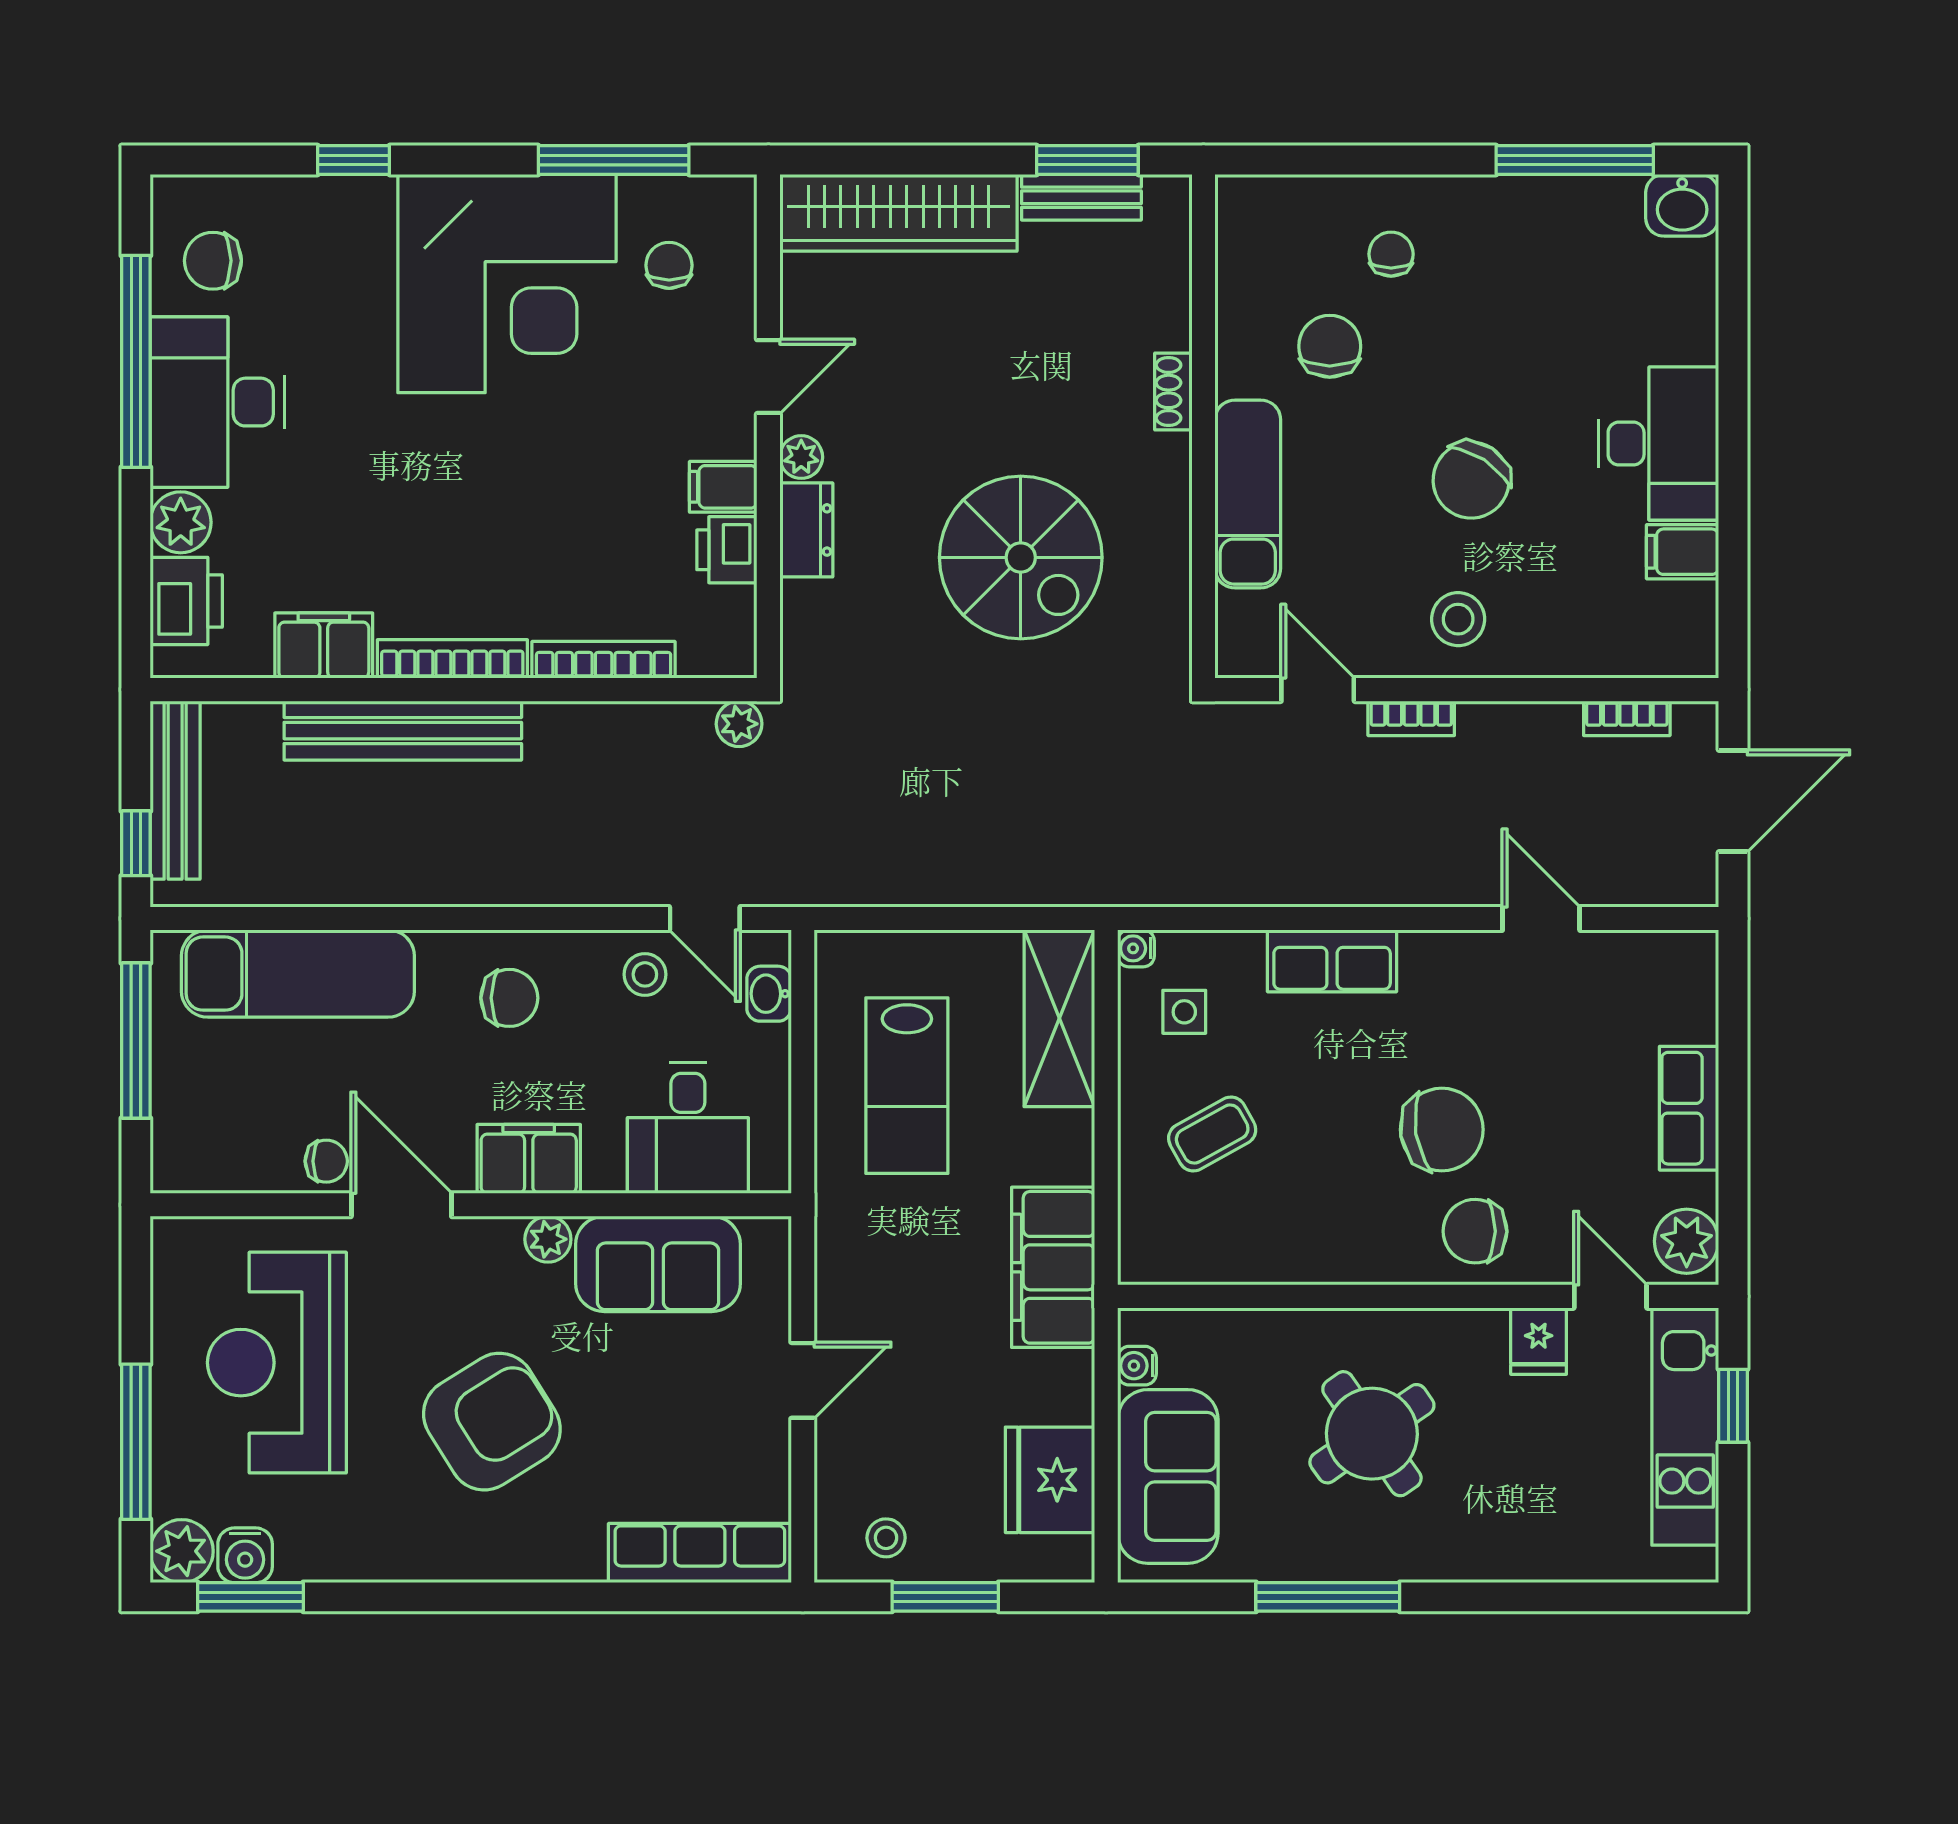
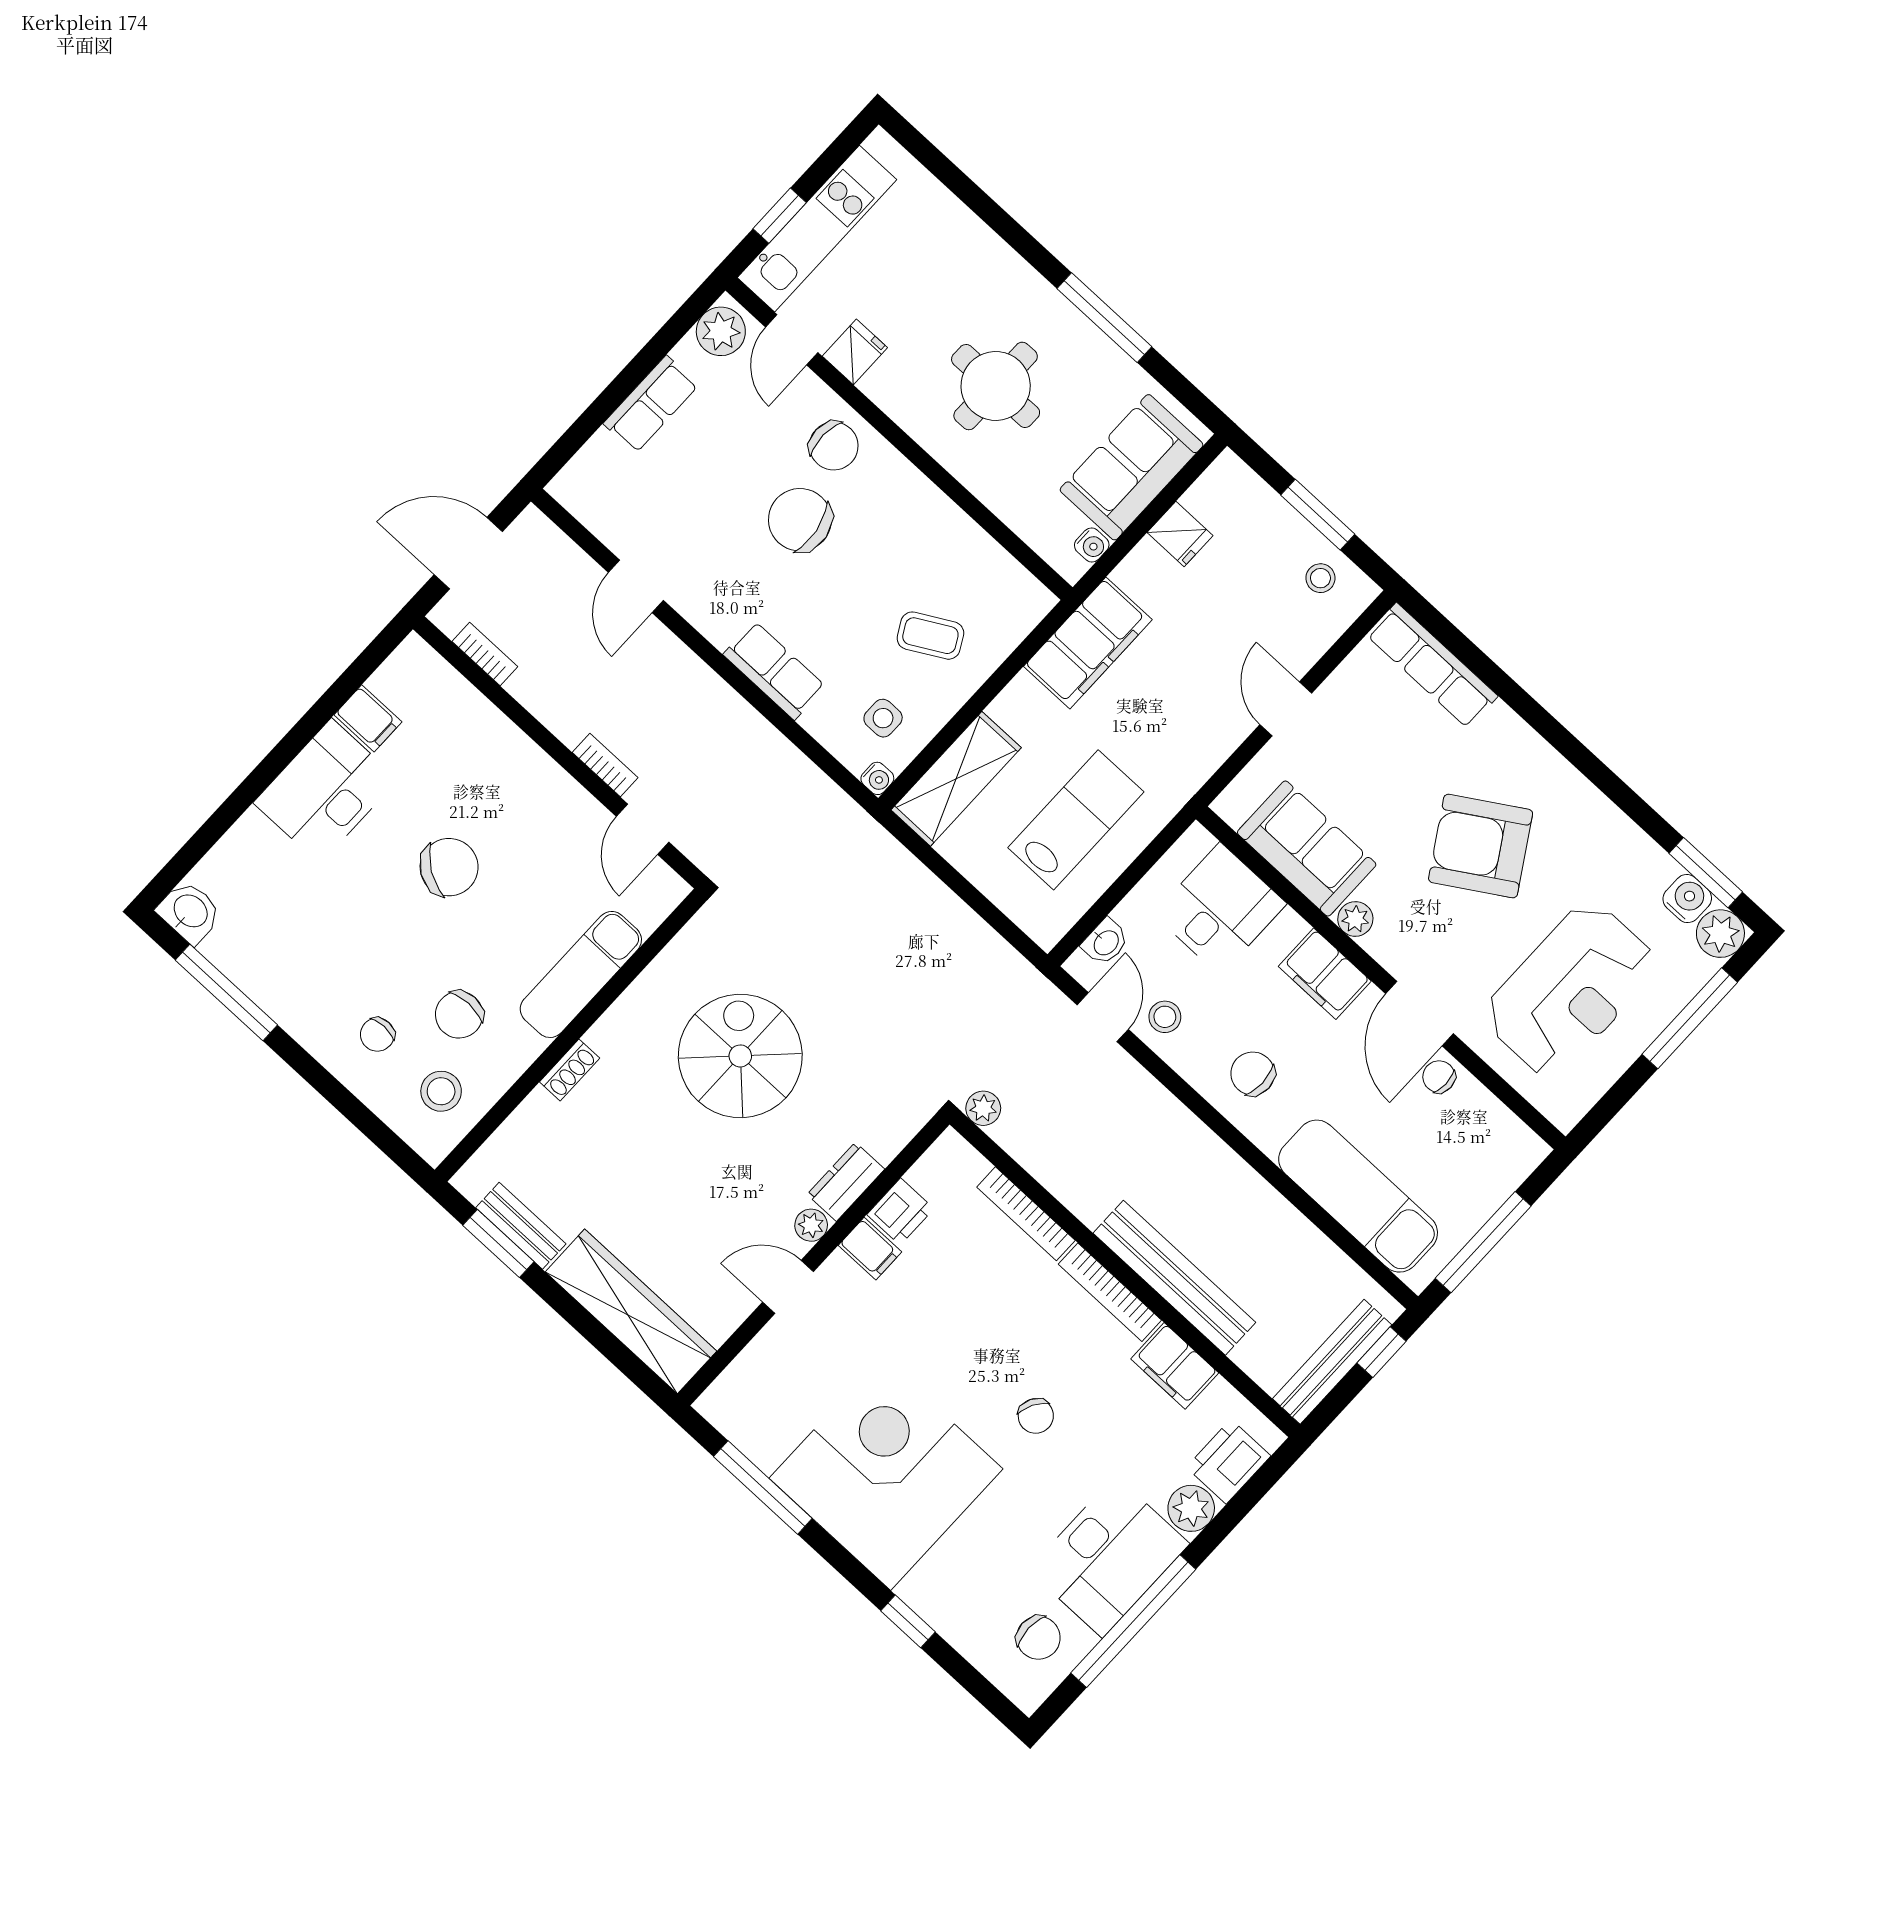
chair: (669, 265) -> (1036, 1416), moved, turned -61
stool: (1458, 619) -> (441, 1091), moved
door: (803, 1380) -> (1286, 709), hinge flipped
round table: (1372, 1434) -> (996, 386), turned 35
fridge: (1050, 1480) -> (1180, 534), width x0.53, depth x0.75

